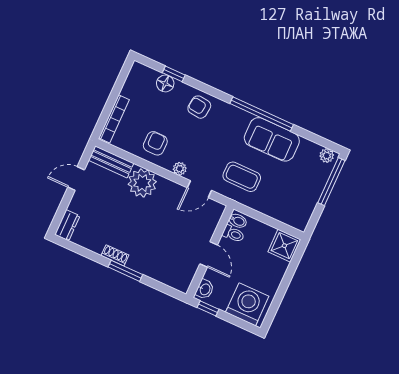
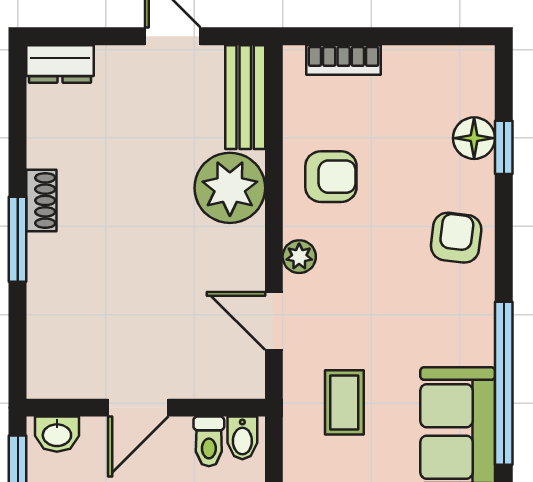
bookcase: (114, 119) -> (344, 60), width x0.64
coffee table: (242, 177) -> (344, 402), width x0.73, depth x0.77

